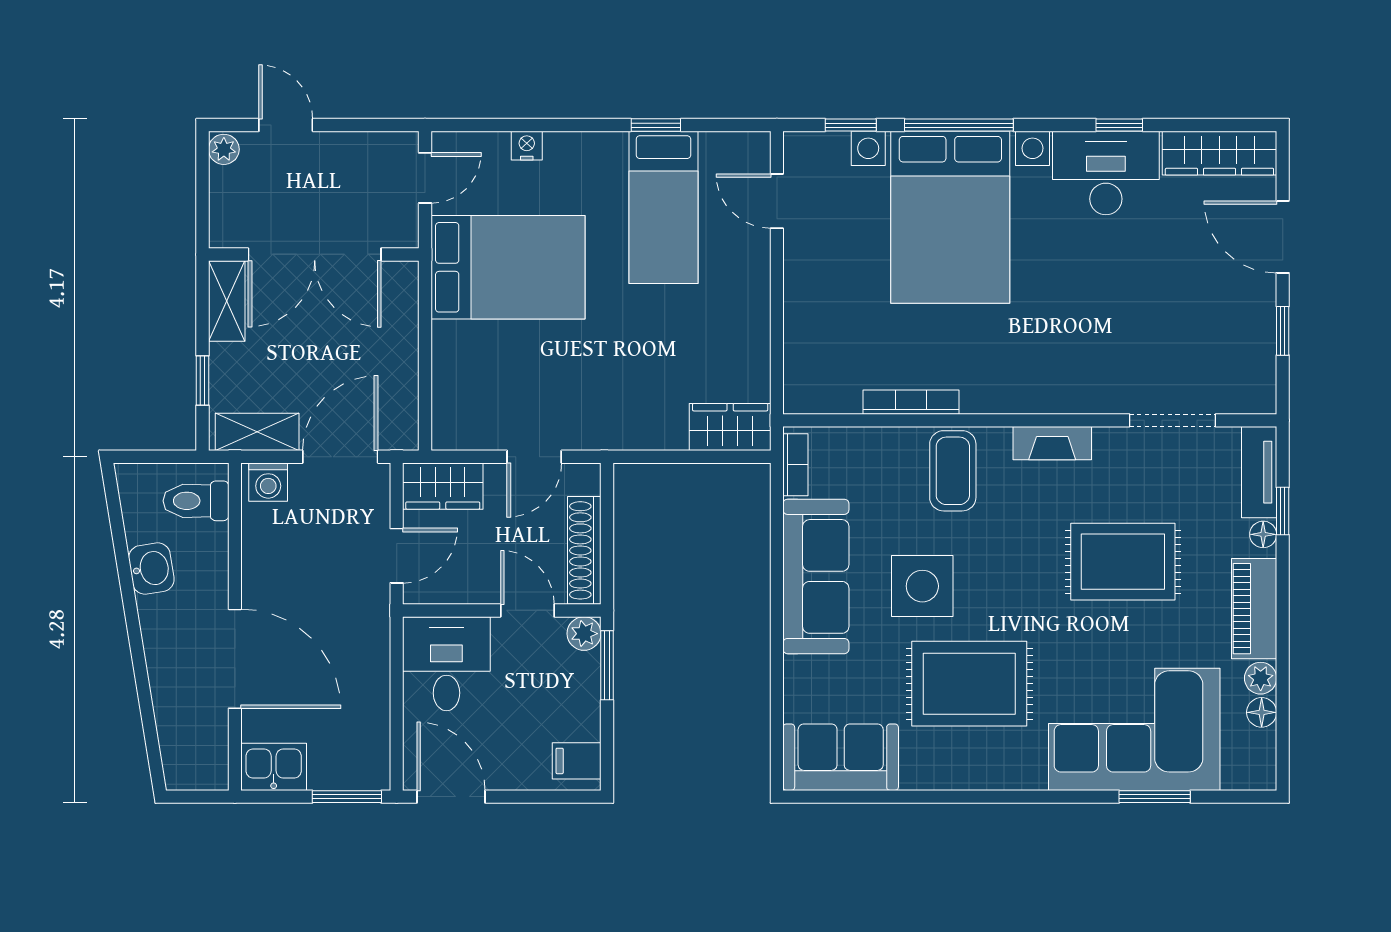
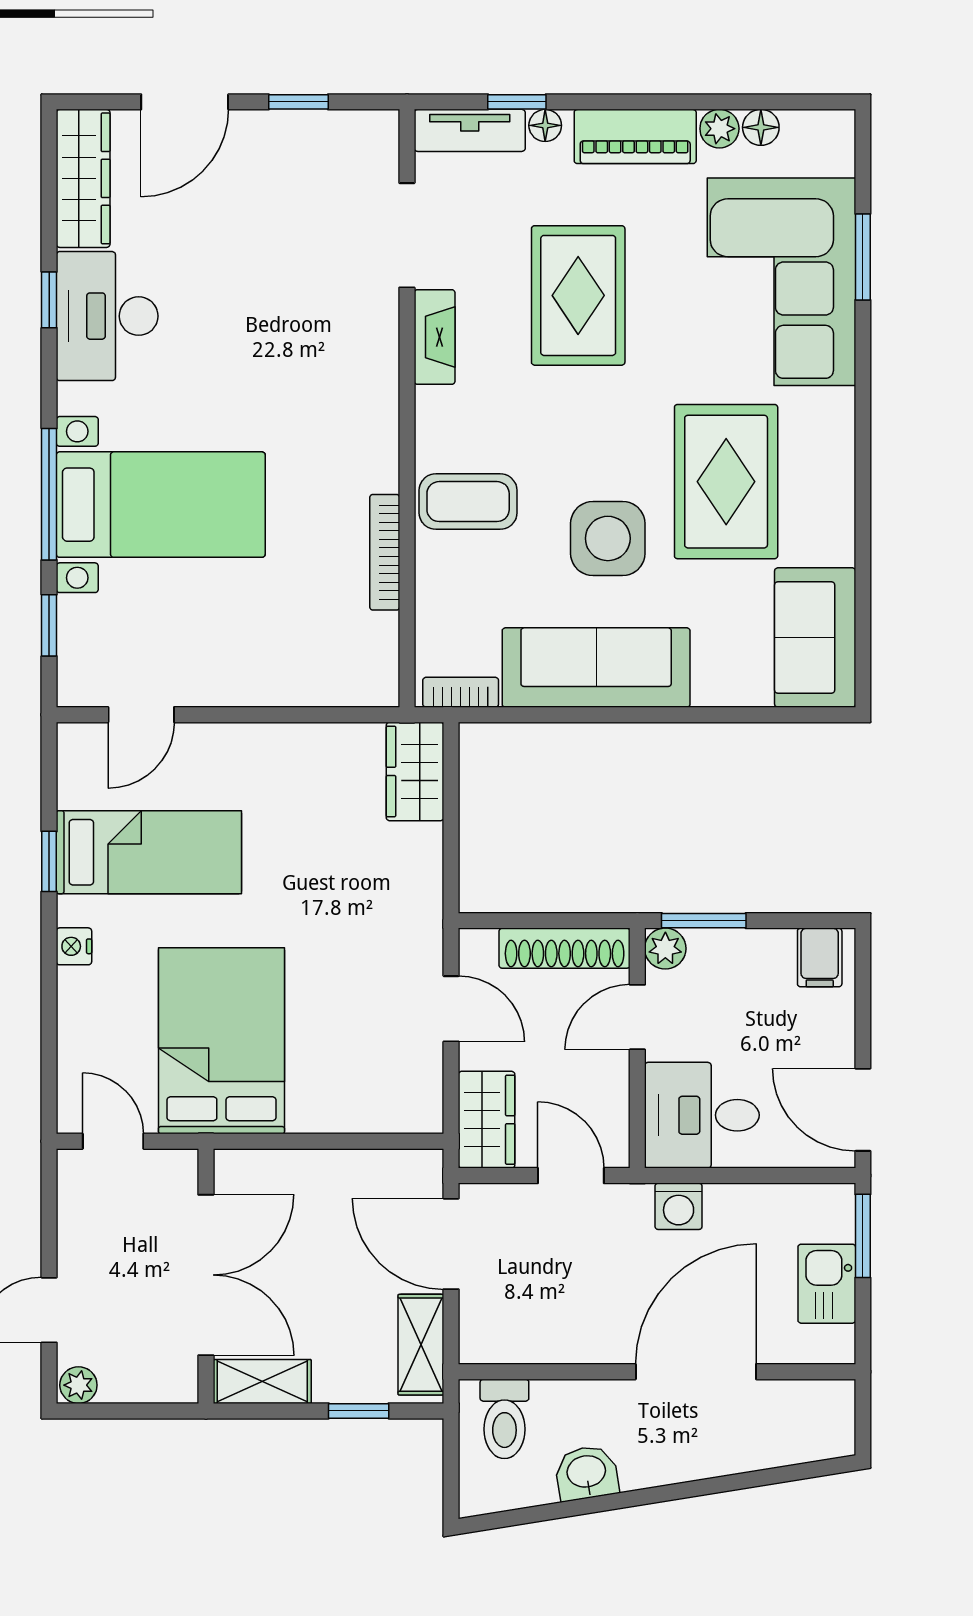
nightstand: (527, 146) -> (74, 946), moved
bed with nightstands: (950, 217) -> (161, 505), width x0.73
fireplace: (1052, 443) -> (435, 337), moved
washing machine: (268, 482) -> (679, 1206), moved, turned 90
kitchen sink: (274, 767) -> (827, 1284), moved
door: (451, 797) -> (863, 1110), hinge flipped

